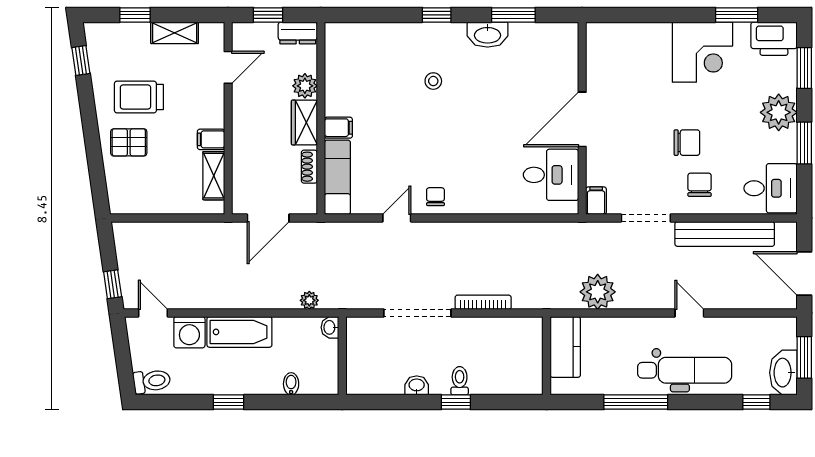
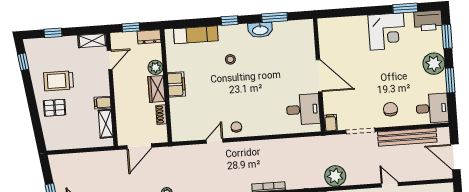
shelving: (175, 33) -> (92, 41), moved
door: (582, 119) -> (319, 76), swing flipped
filing cabinet: (338, 128) -> (176, 84), width x2.00
chair: (687, 143) -> (381, 85), removed
exam couch: (337, 177) -> (196, 35), moved, turned 90

